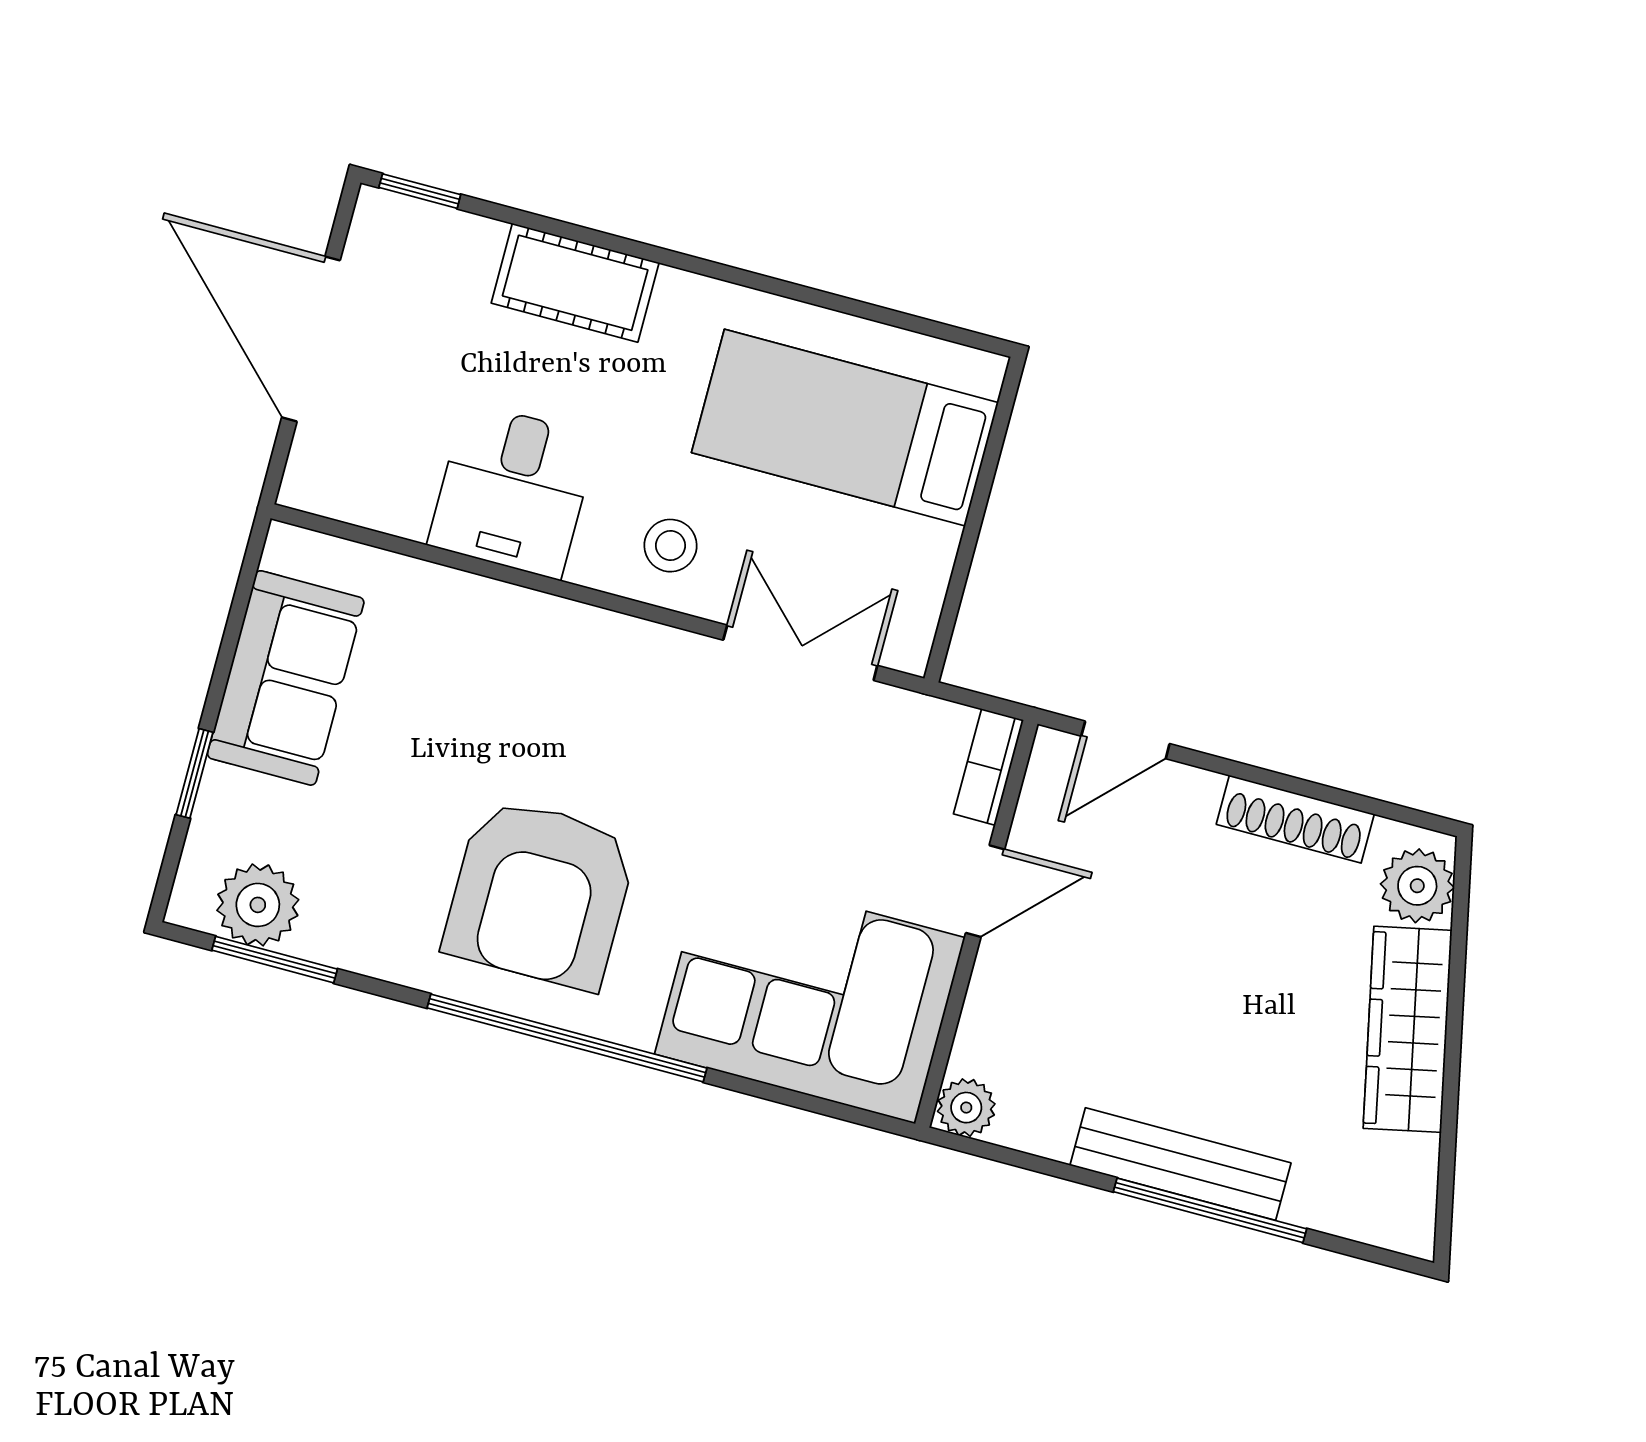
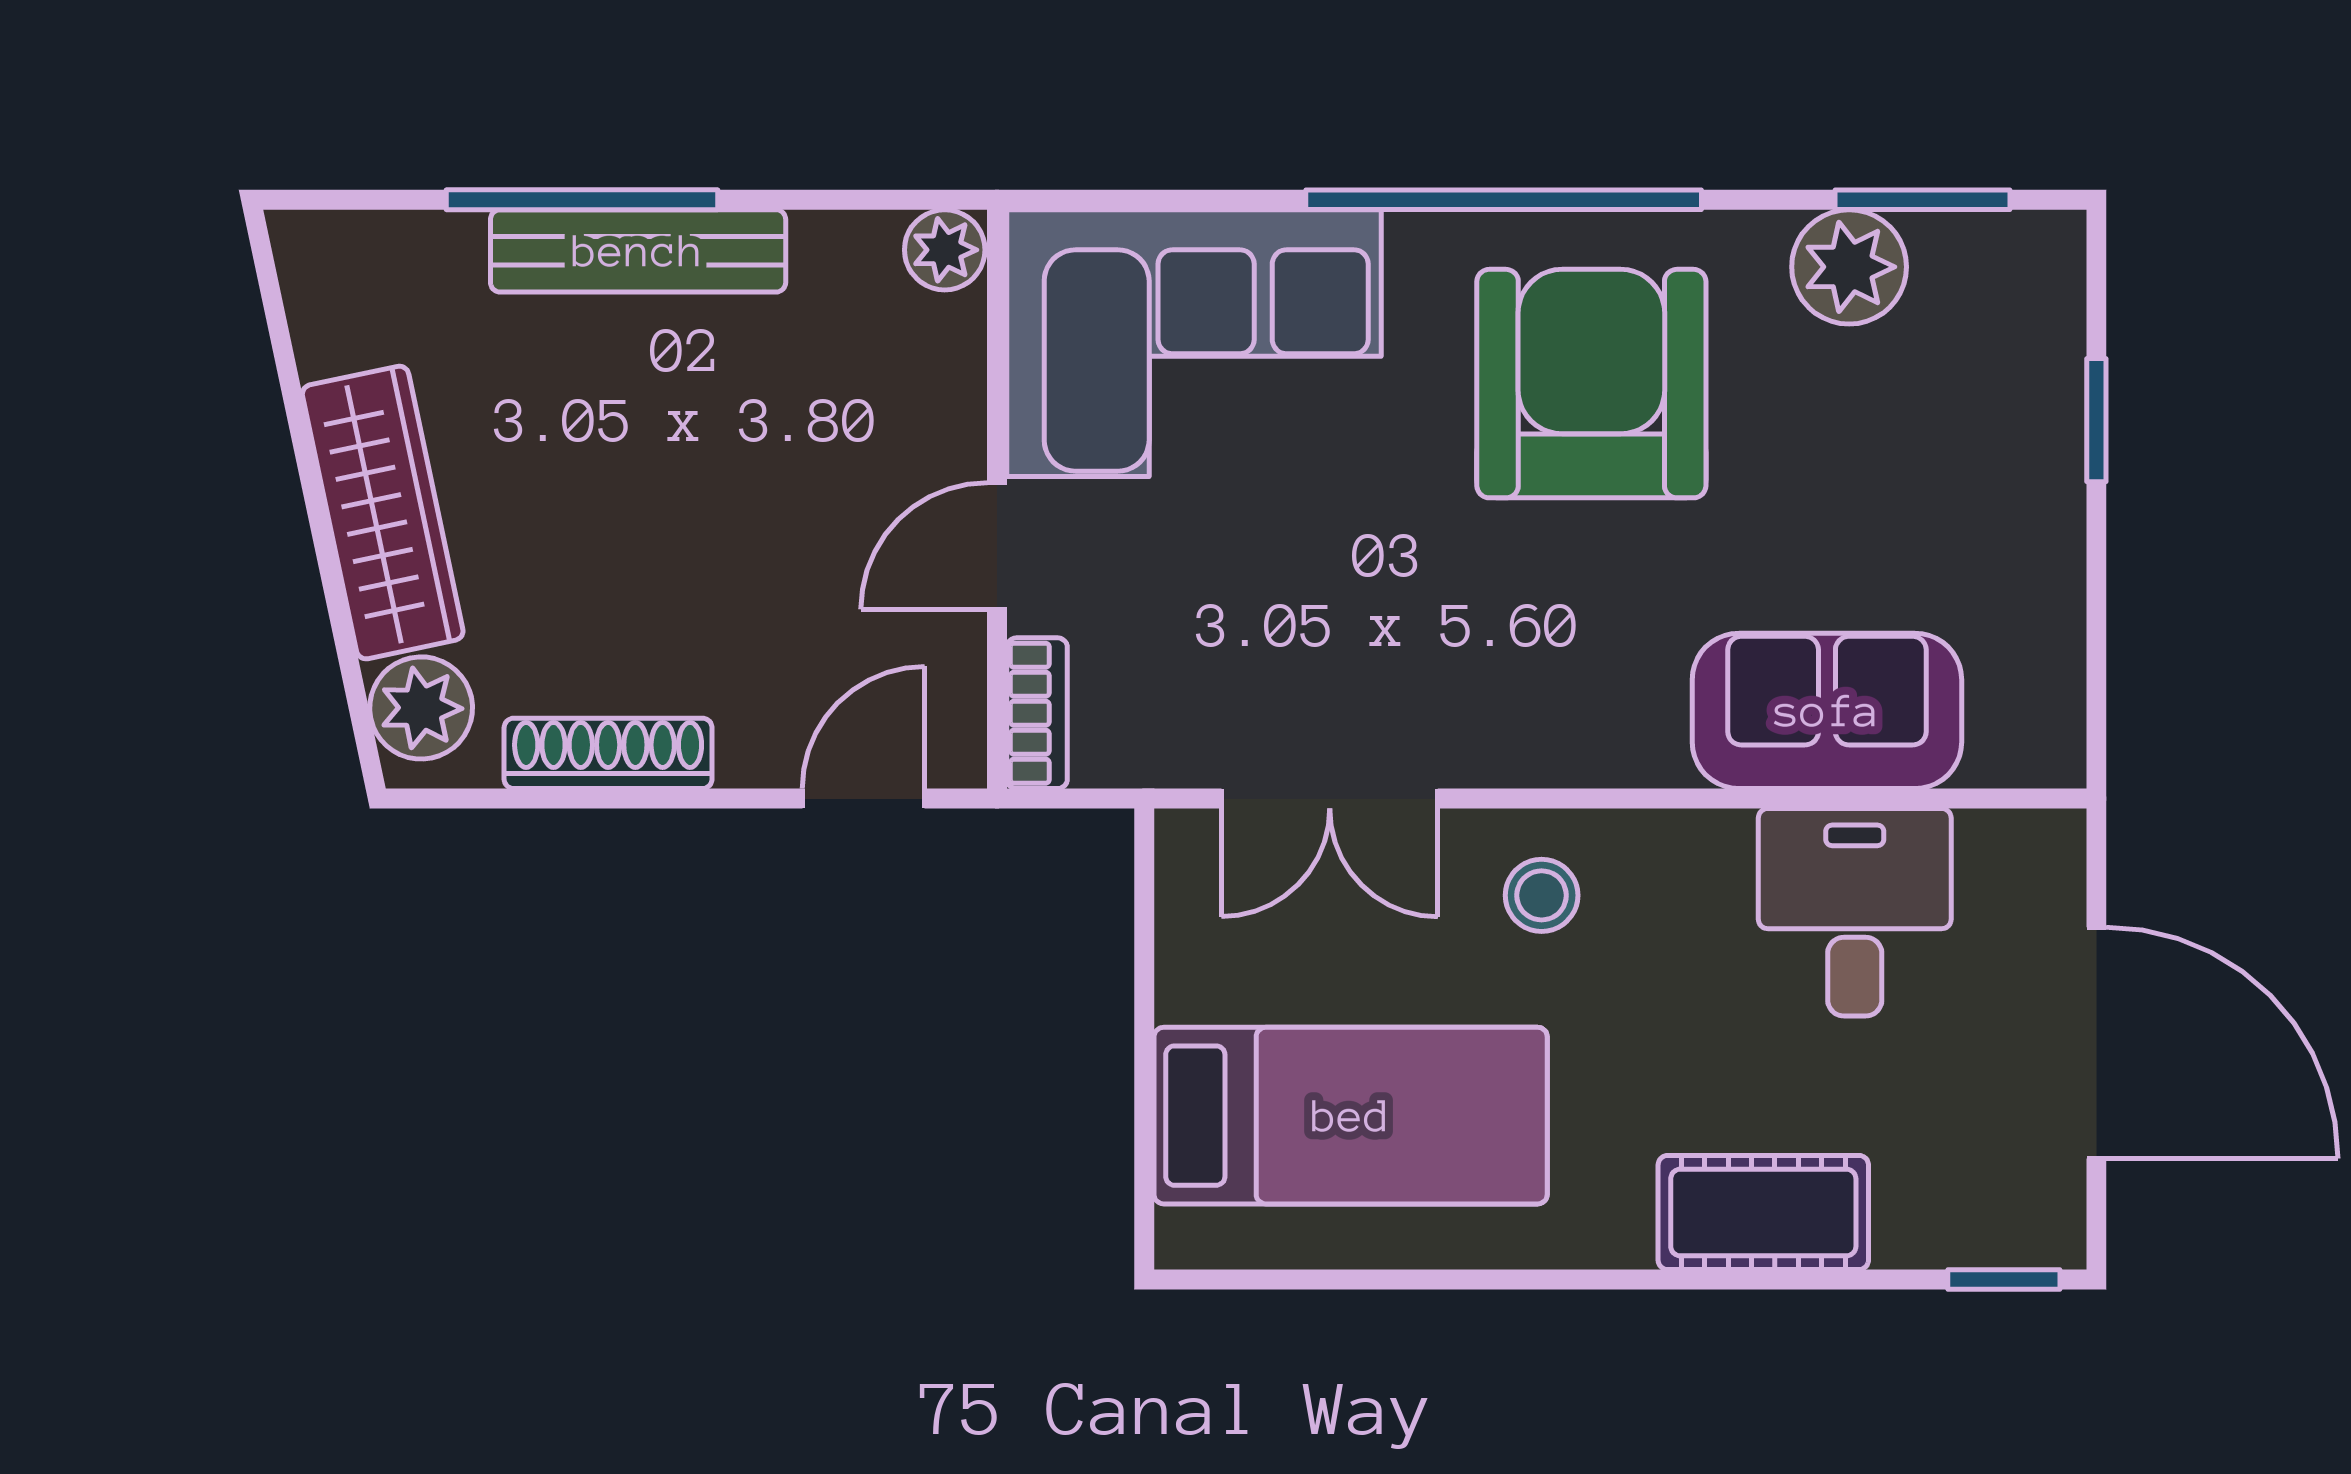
desk: (513, 491) -> (1855, 912), moved
sofa: (286, 678) -> (1827, 711), moved, turned 90
plant: (258, 905) -> (1849, 267), moved

